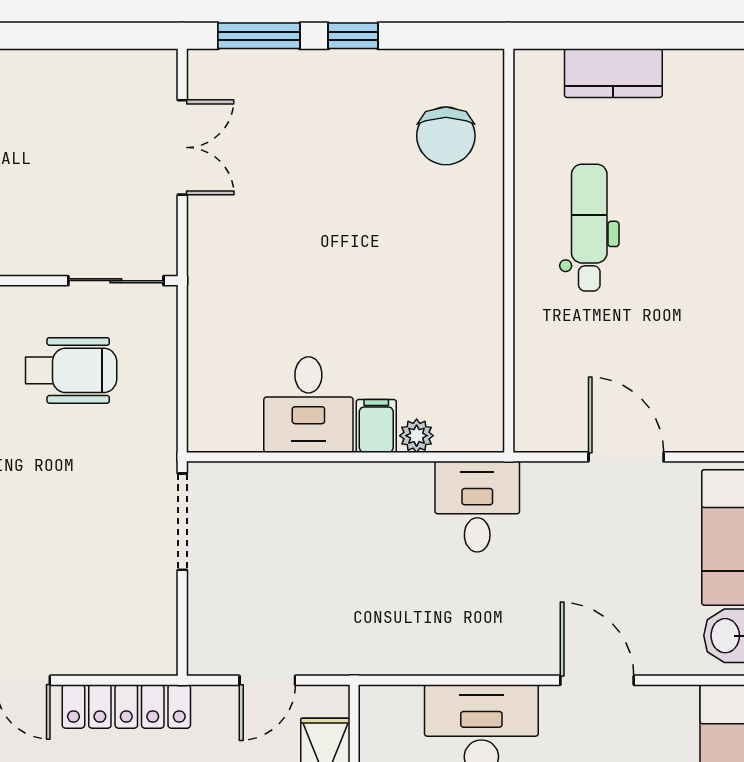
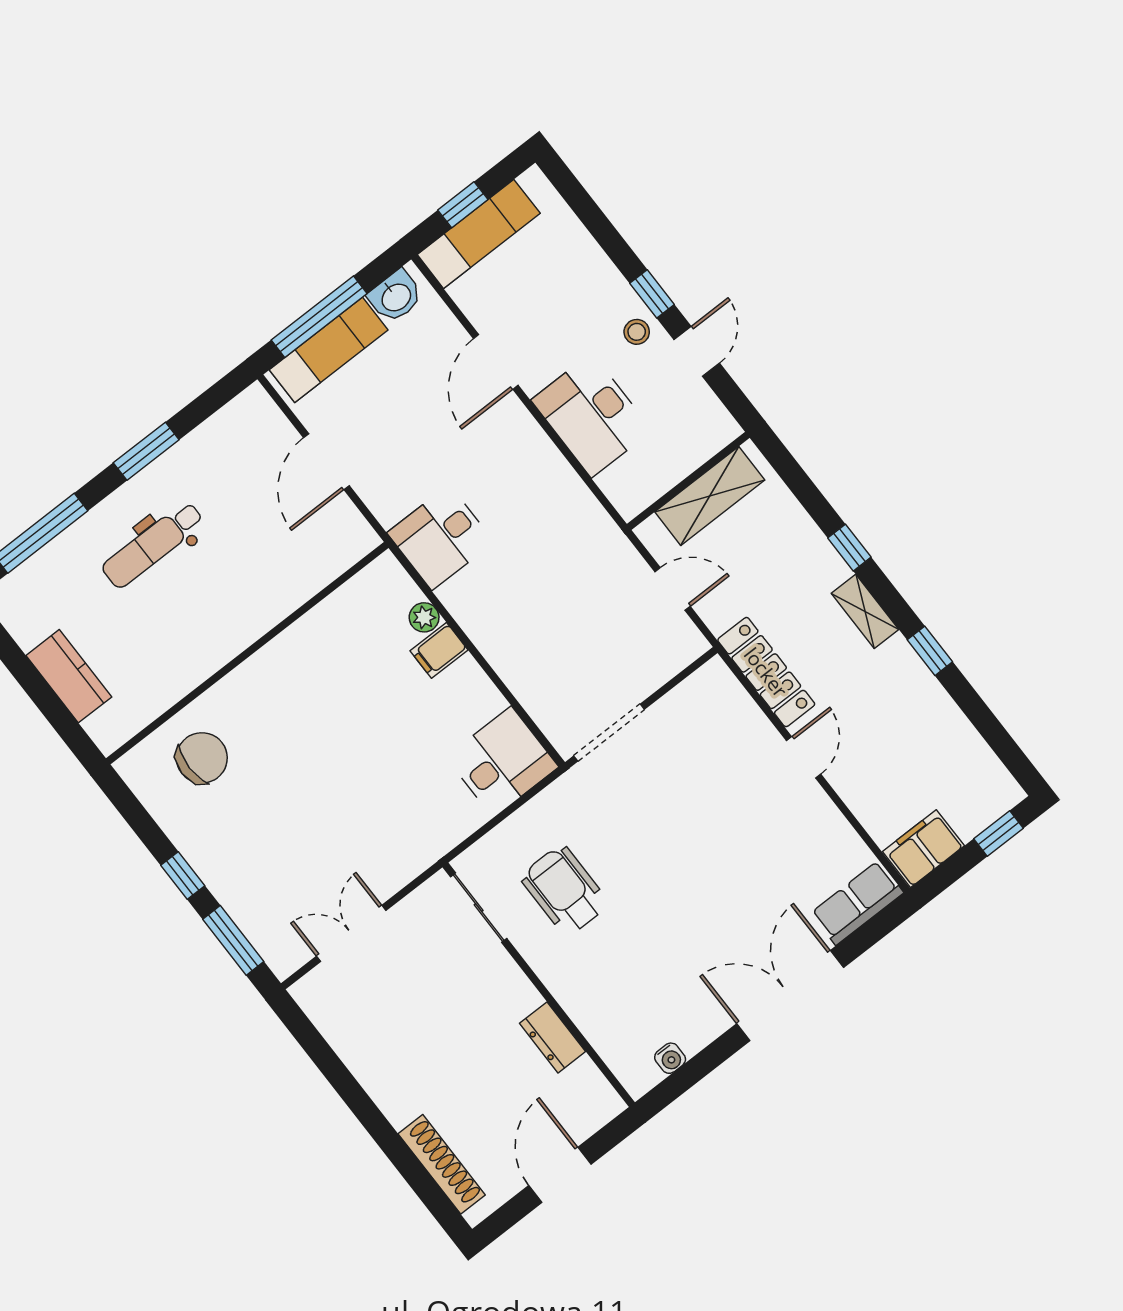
dental chair: (589, 228) -> (153, 545), moved
desk: (308, 405) -> (502, 762), moved

